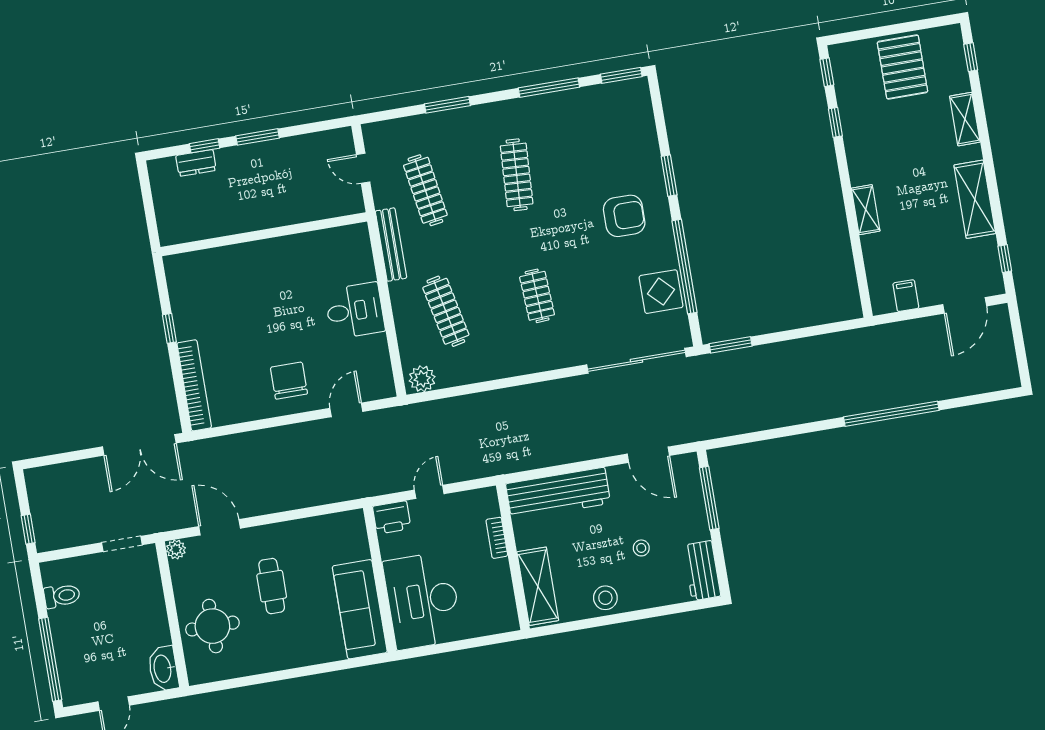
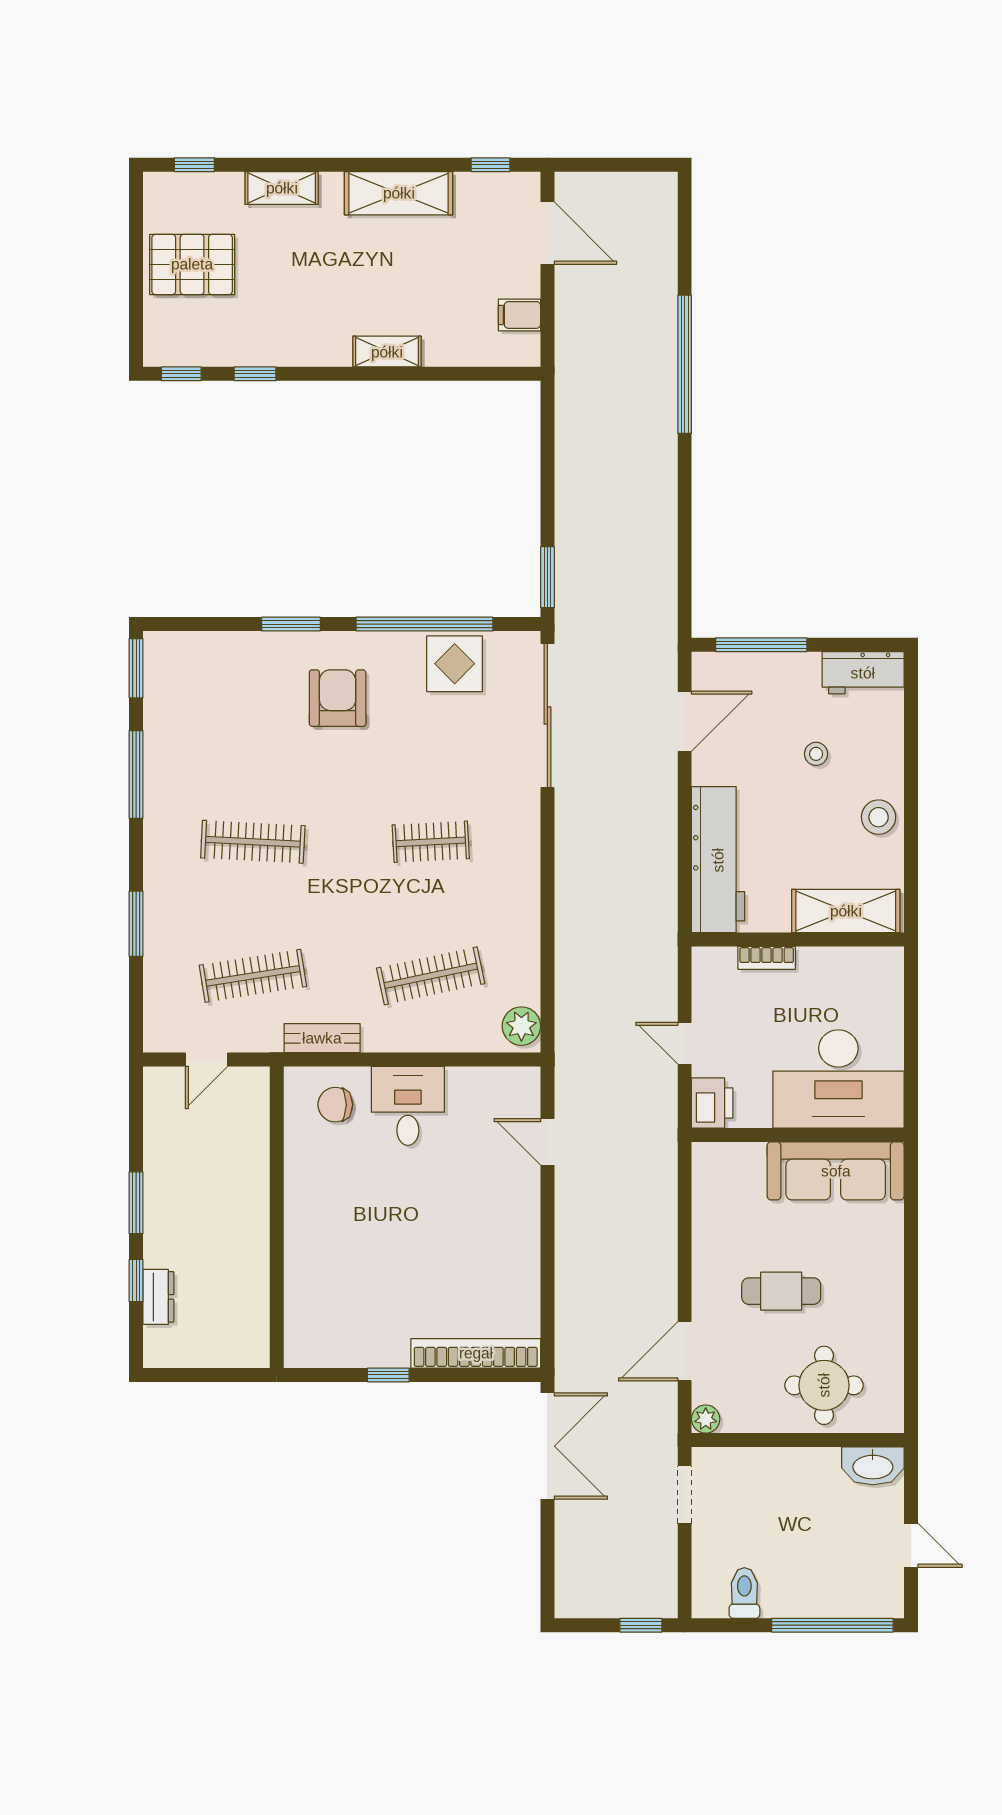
bench: (391, 245) -> (322, 1038), width x0.73
chair: (289, 381) -> (335, 1105), moved, width x0.73, depth x0.73

